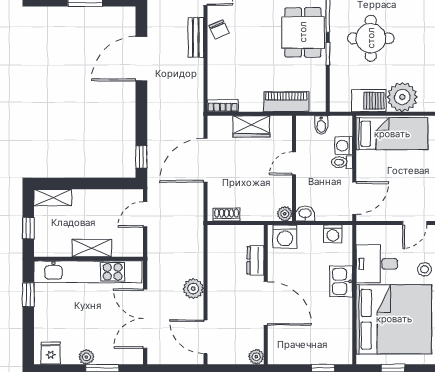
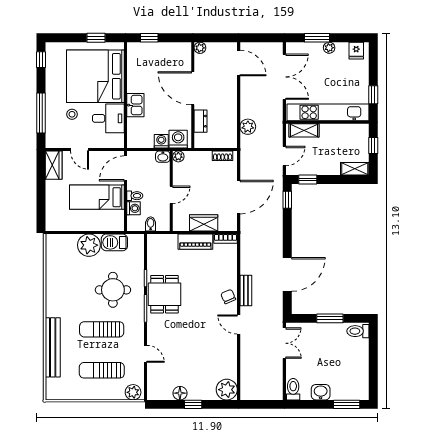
piano: (286, 102) -> (195, 242), moved
bed: (392, 134) -> (97, 197), moved
window: (115, 183) -> (308, 180), added
door: (415, 223) -> (79, 149), swing flipped
washing machine: (333, 234) -> (161, 141), moved
shelving: (92, 248) -> (304, 130), moved
plant: (193, 289) -> (248, 127), moved

